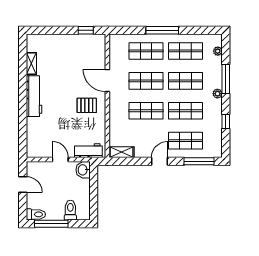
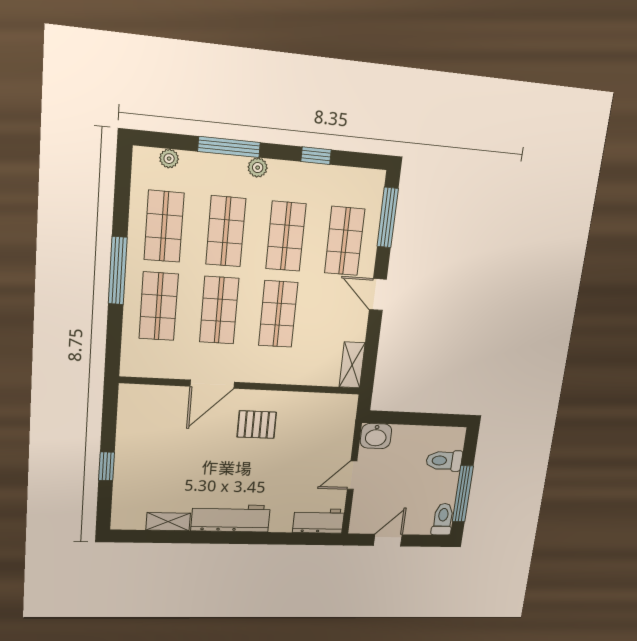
window: (86, 30) -> (106, 466), moved
pallet: (87, 105) -> (257, 425), turned 90
workbench: (88, 151) -> (318, 521), moved, turned 90

